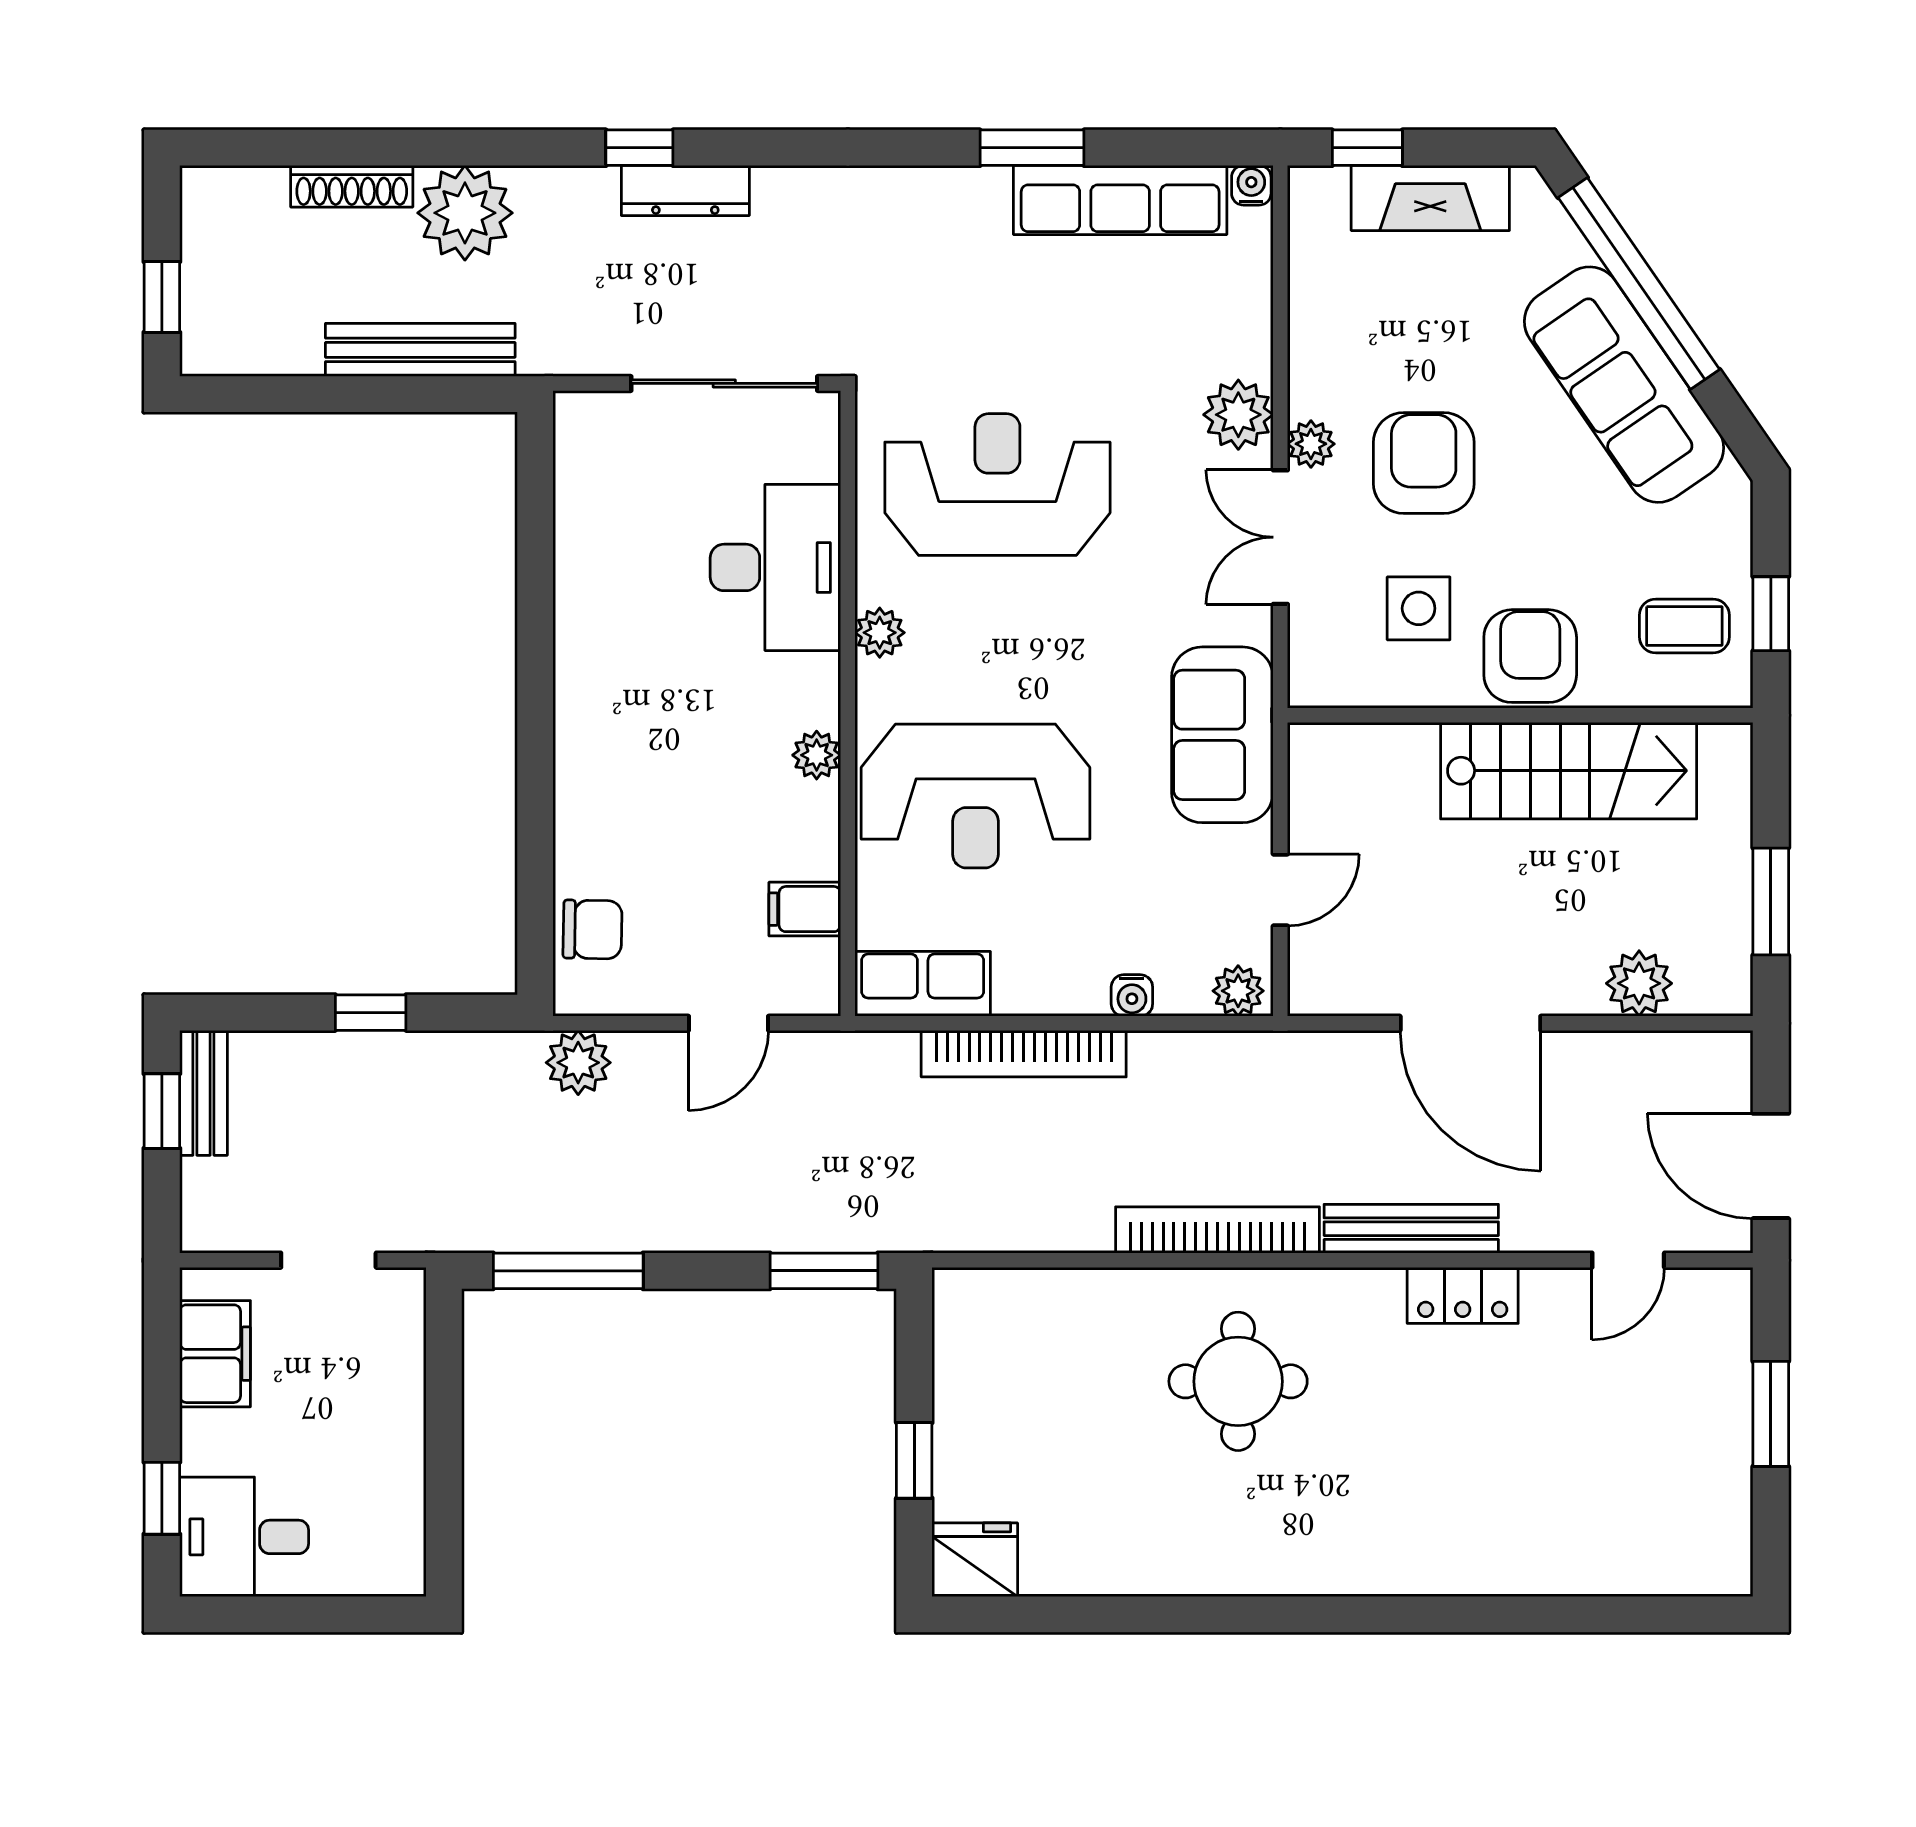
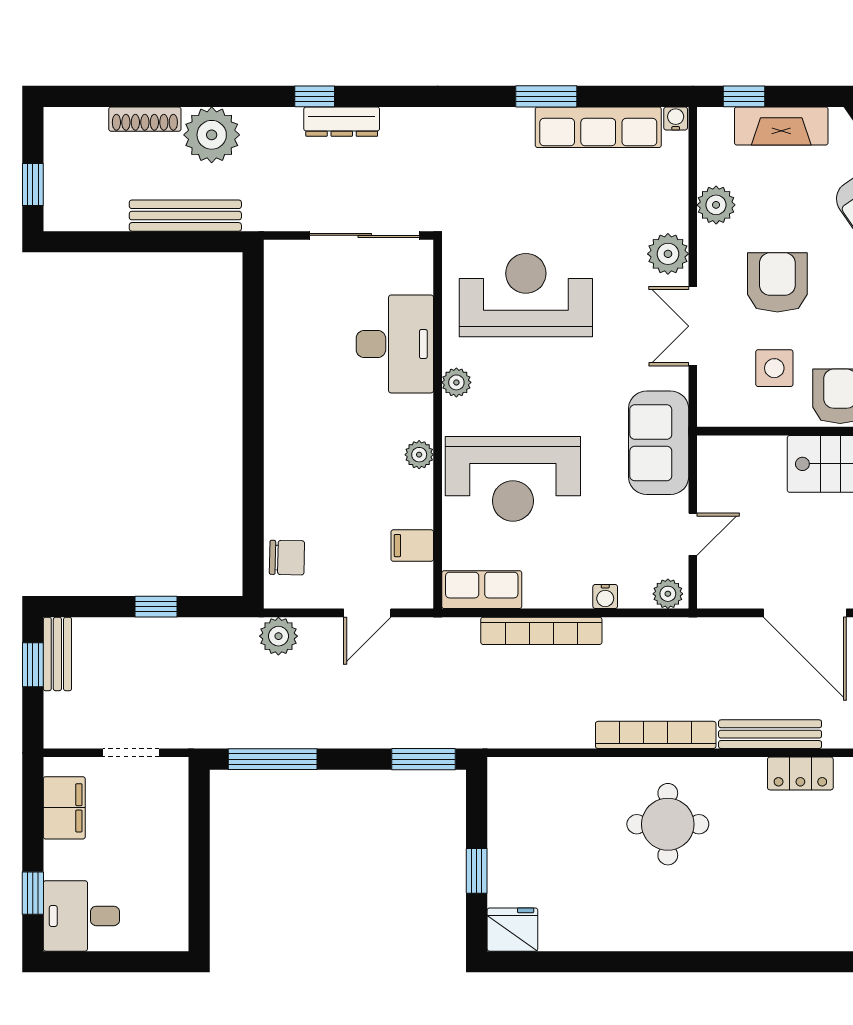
plant: (1311, 444) -> (716, 205), moved, width x1.38, depth x1.38

